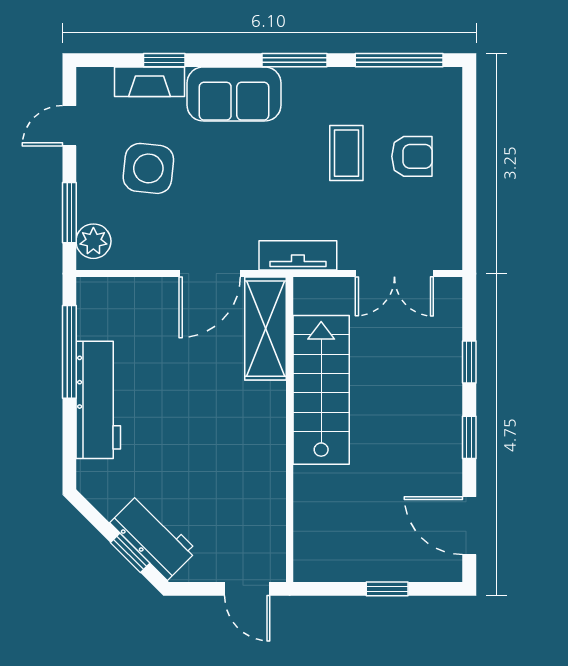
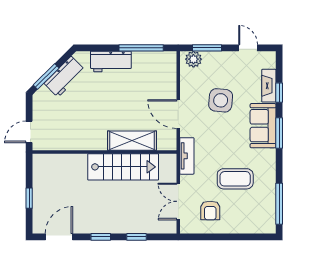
window: (294, 60) -> (279, 133), moved
coffee table: (346, 153) -> (235, 179), width x1.36, depth x1.30
armchair: (412, 156) -> (210, 210), moved
side table: (148, 168) -> (221, 100), moved
shelving: (266, 329) -> (132, 141), moved
workbench: (98, 400) -> (111, 61), width x0.73
workbench: (153, 537) -> (65, 77), moved
window: (130, 553) -> (46, 77), width x1.50

